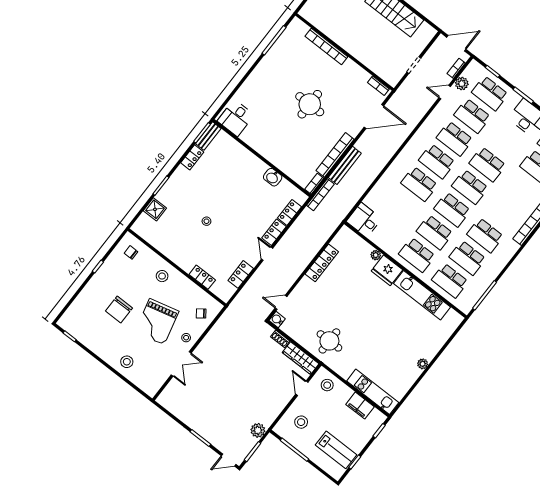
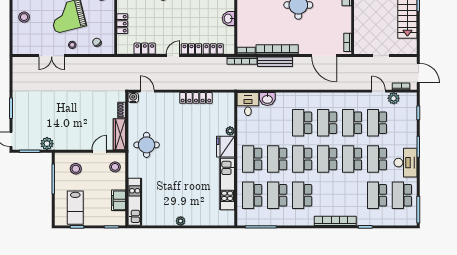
school desk: (490, 93) -> (377, 159), moved
washbasin: (373, 199) -> (267, 99), added

